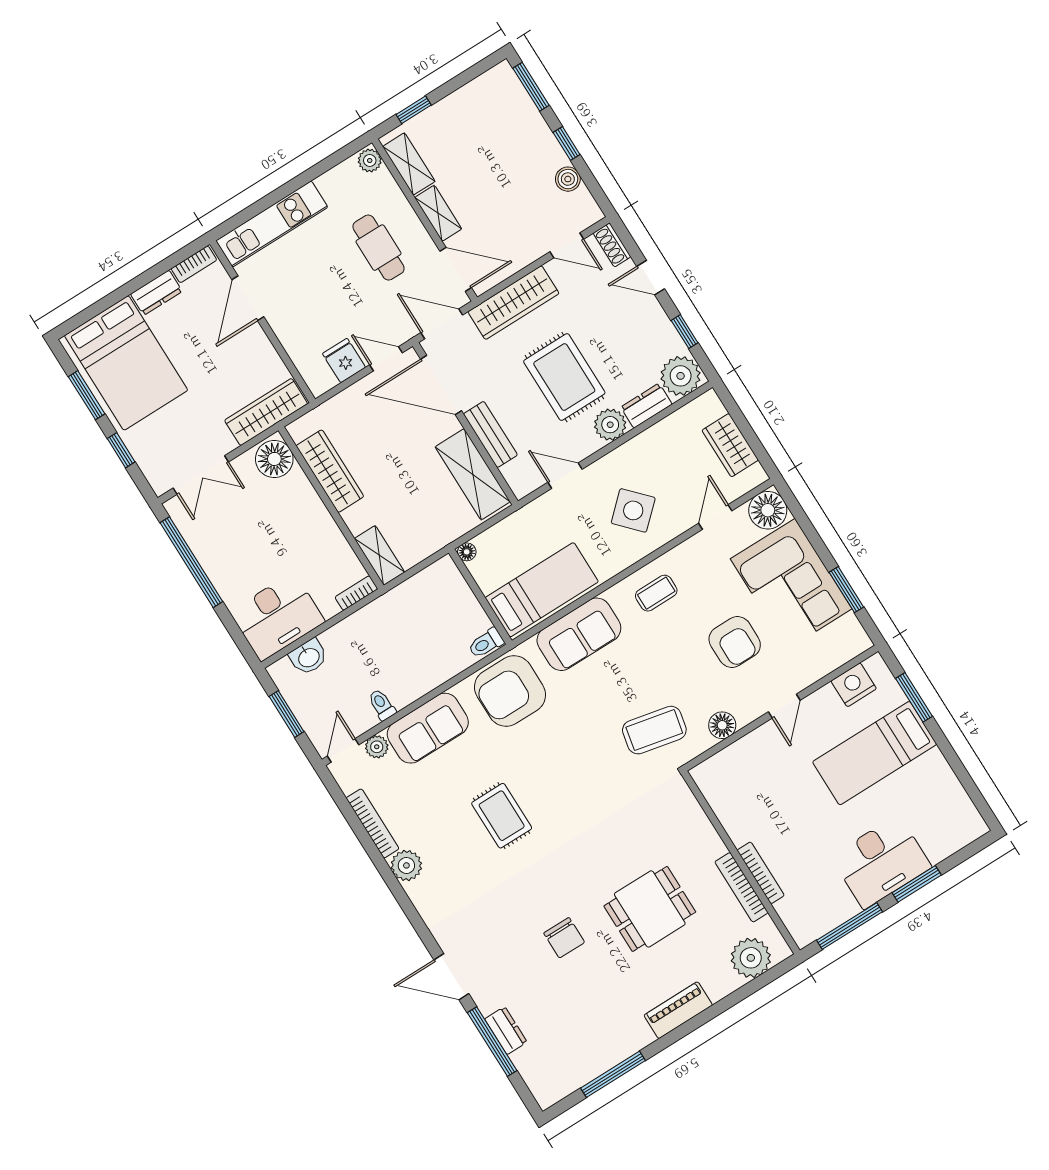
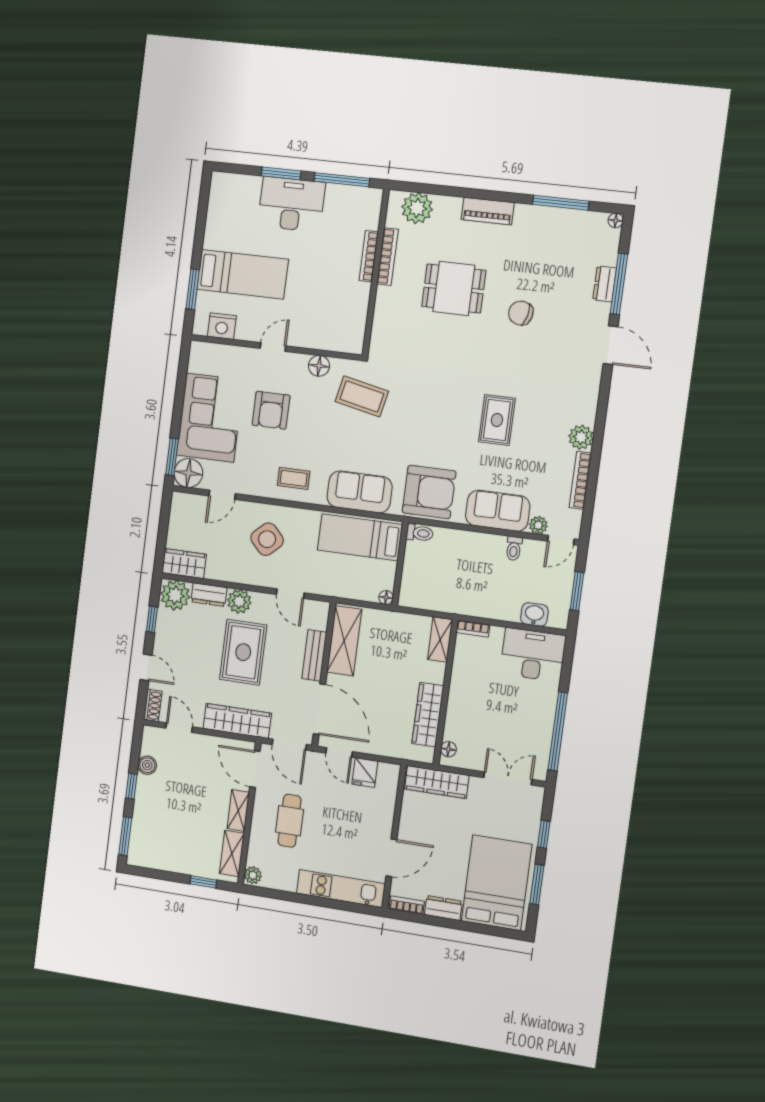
wardrobe: (730, 445) -> (184, 564), moved, turned -90
floor lamp: (274, 459) -> (448, 749), width x0.53, depth x0.53
window: (846, 590) -> (172, 457), moved
armchair: (735, 642) -> (271, 410), turned 180
chair: (564, 938) -> (521, 313), turned -76
floor lamp: (546, 1099) -> (616, 220), added

